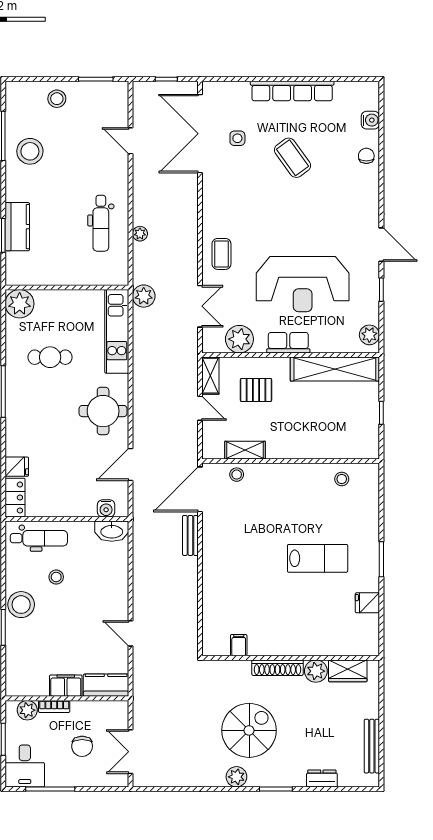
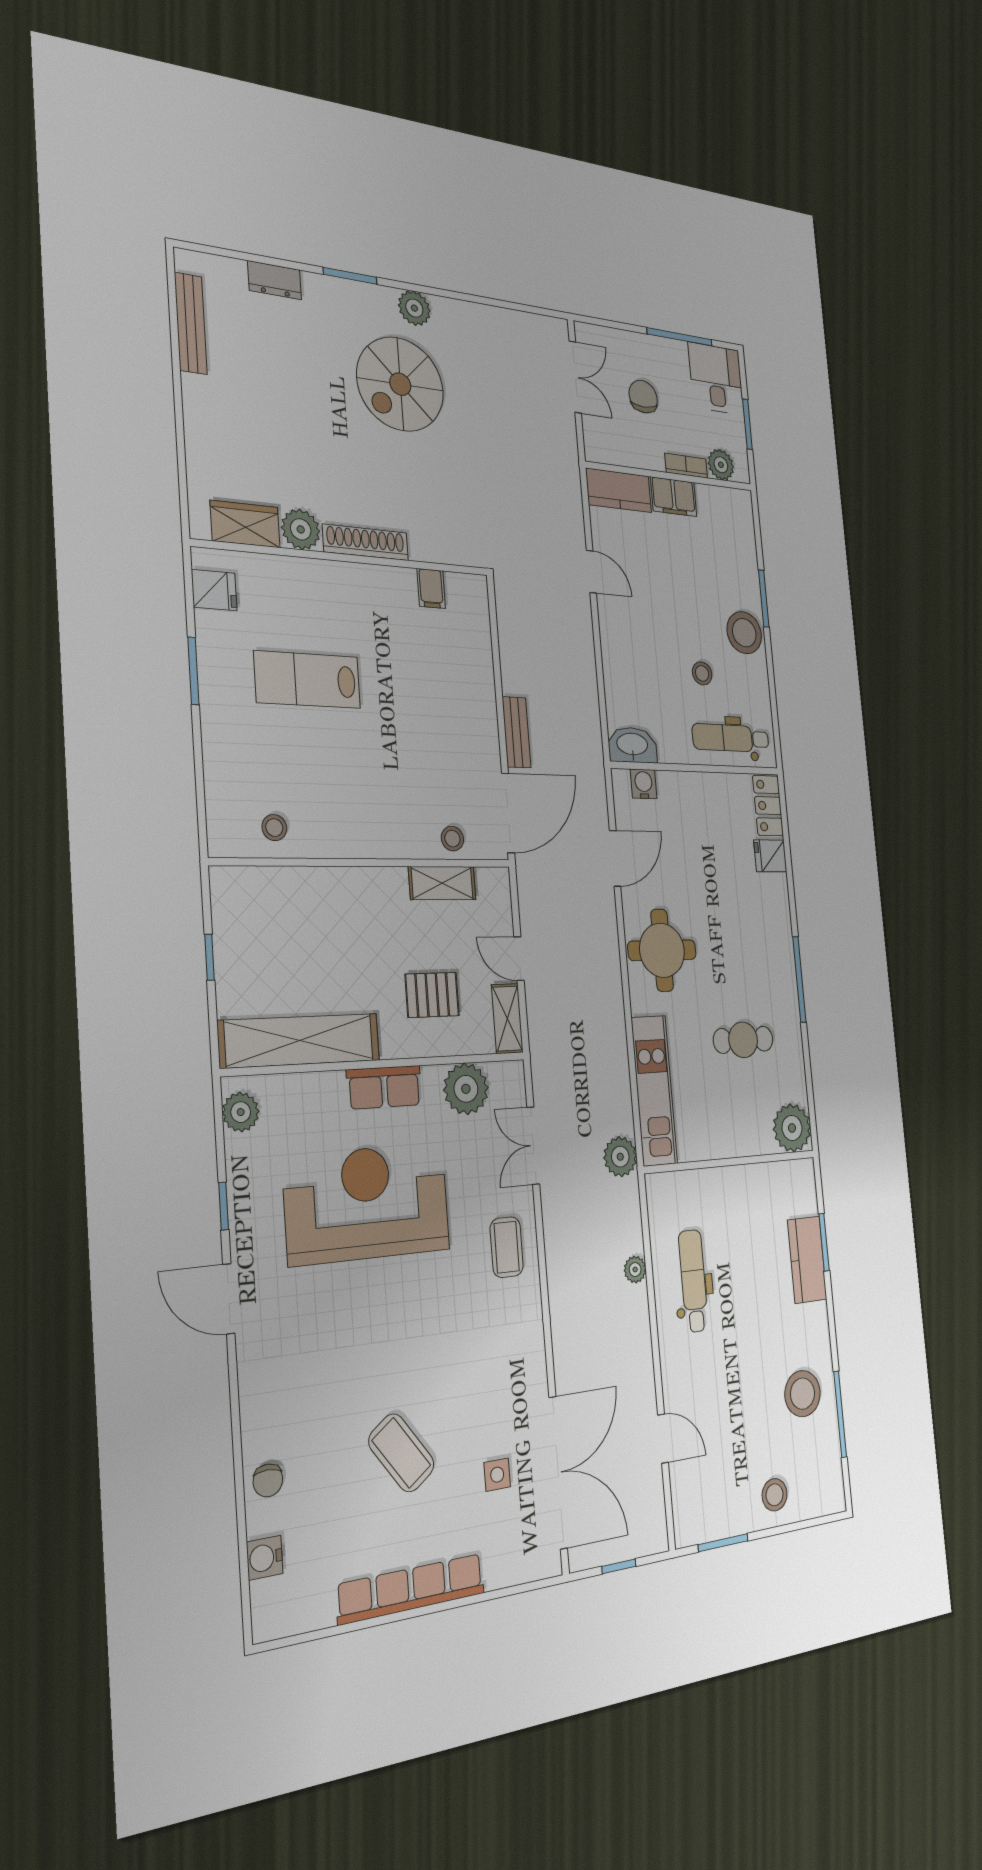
filing cabinet: (239, 645) -> (431, 588), moved
wall: (291, 658) -> (345, 558), moved
shoe rack: (277, 668) -> (366, 542), moved
plant: (316, 671) -> (301, 529), moved
wardrobe: (348, 671) -> (245, 524), moved

